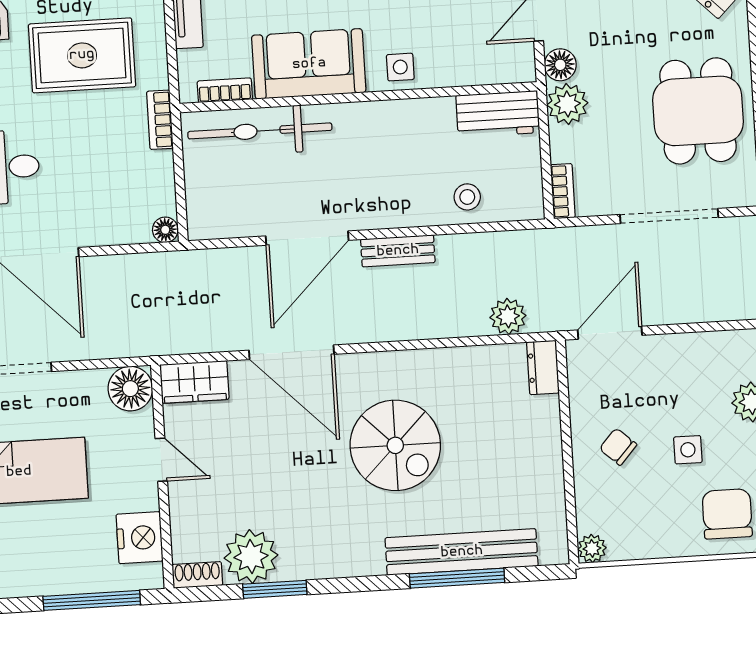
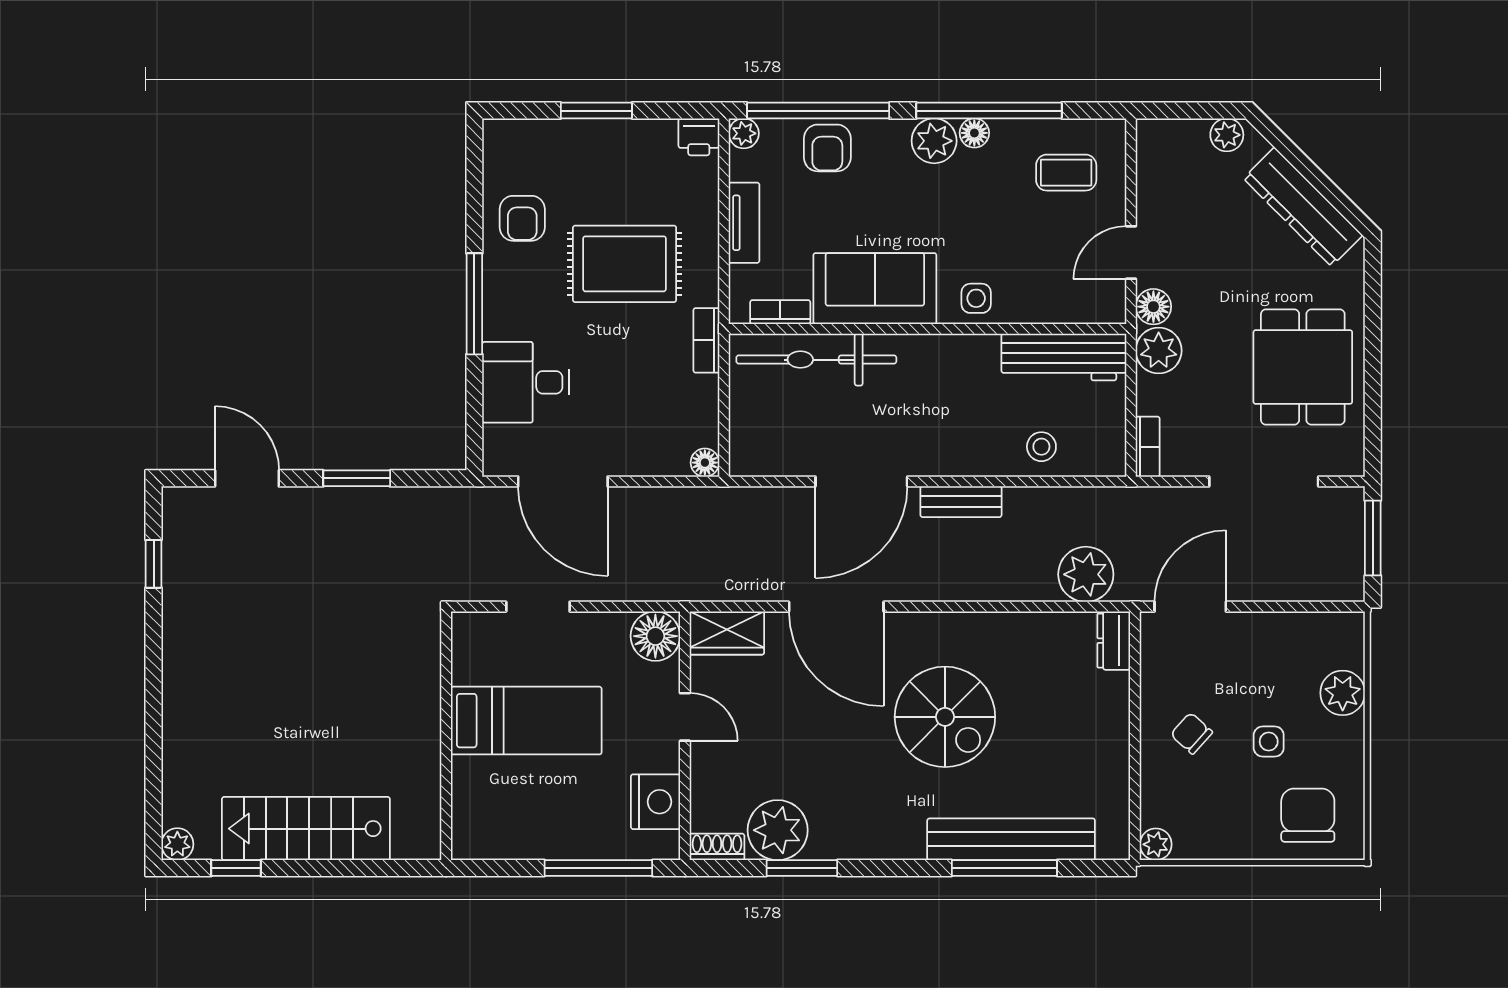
workbench: (498, 114) -> (1064, 357), width x1.37
plant: (508, 316) -> (1086, 574), width x1.36, depth x1.36

